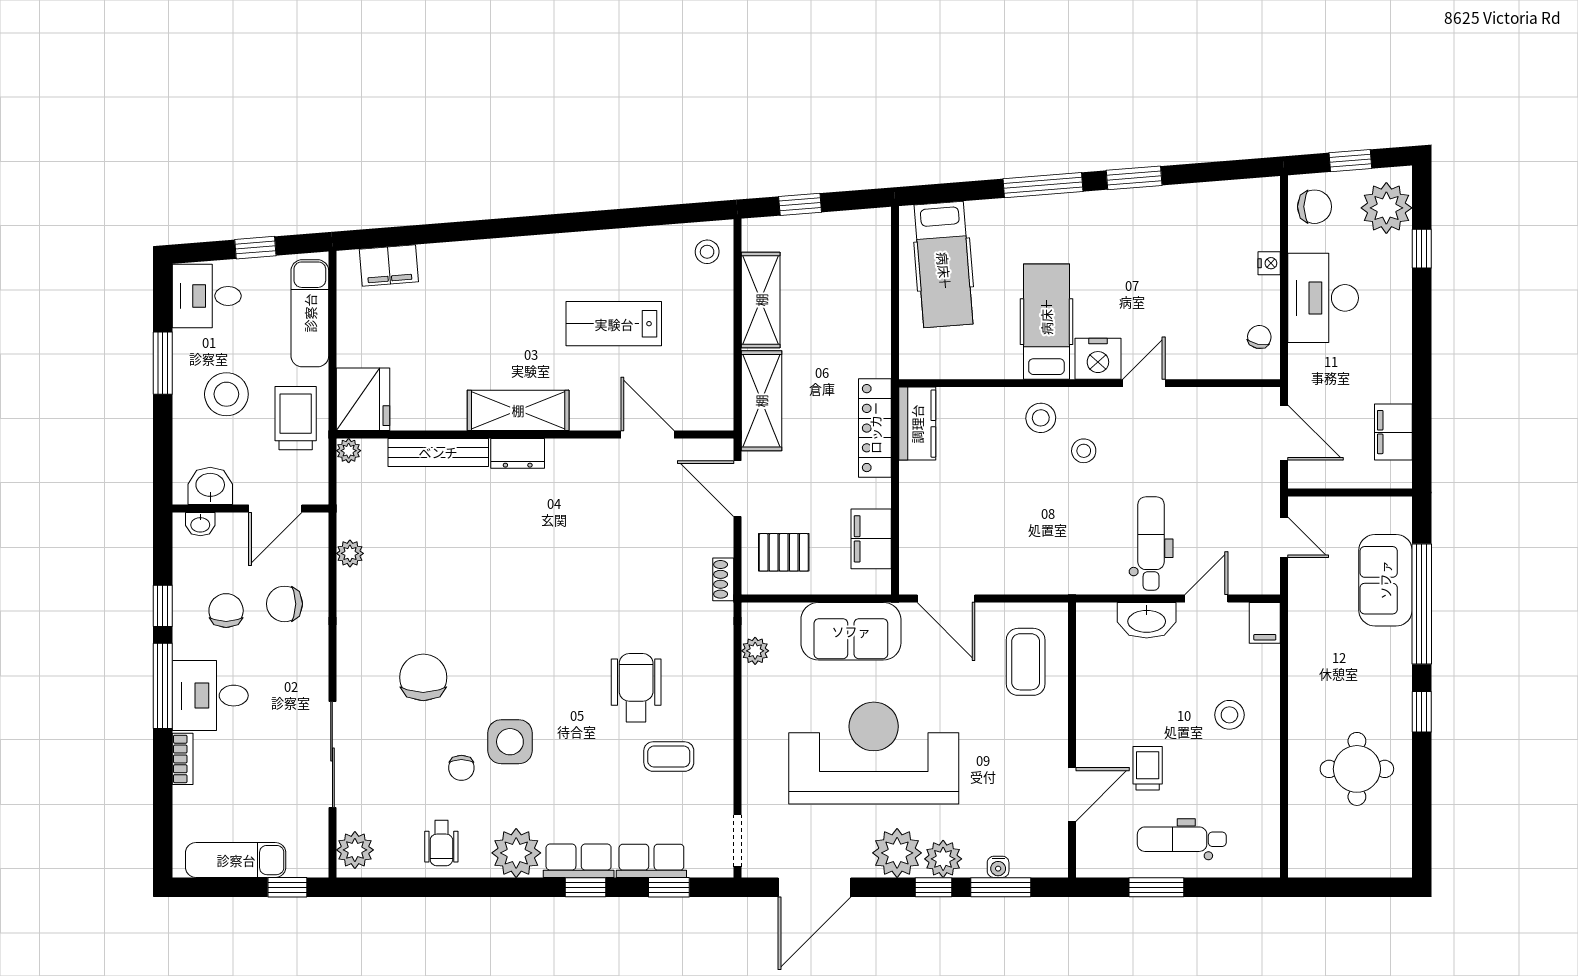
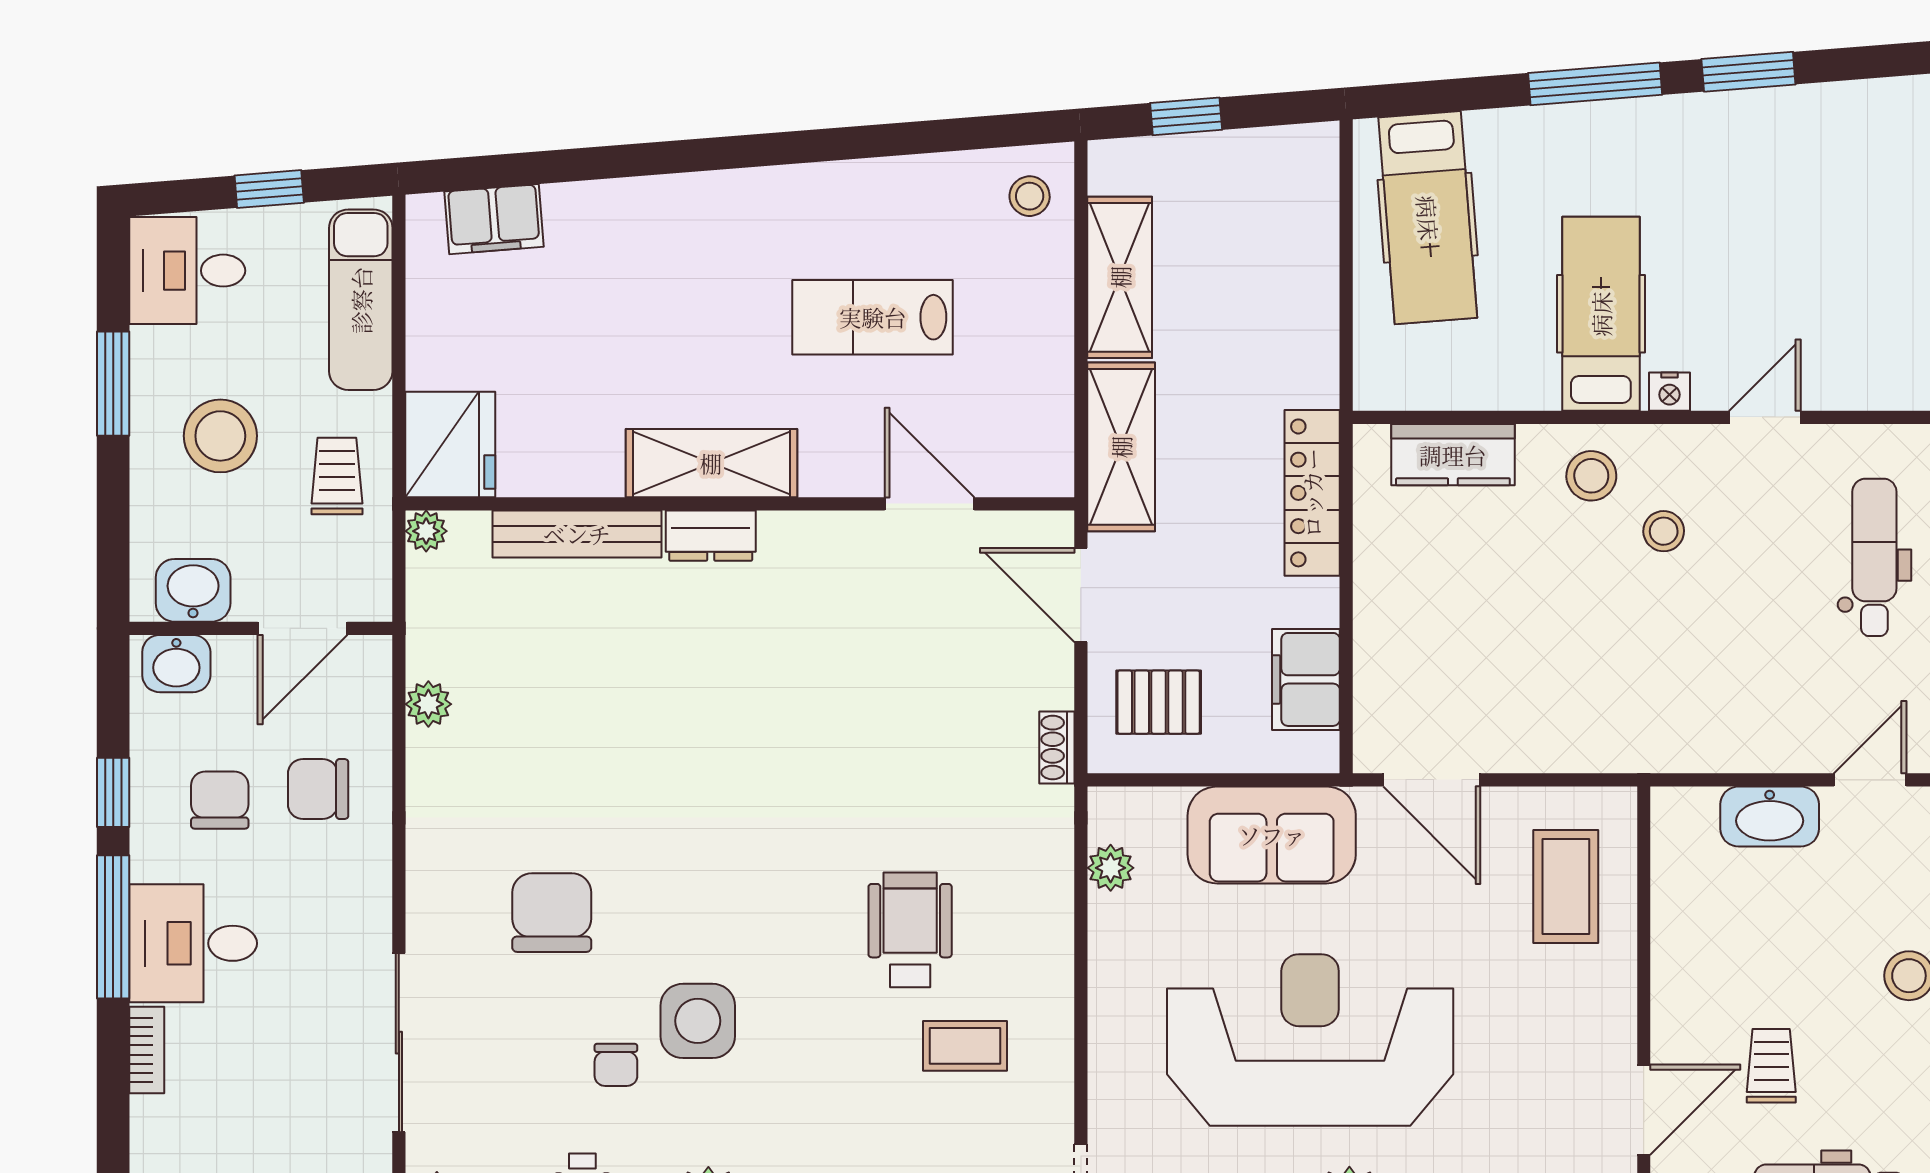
nightstand: (1098, 359) -> (1669, 392), width x0.53, depth x0.56
trolley: (296, 418) -> (337, 476), width x0.73, depth x0.72
kitchen counter: (917, 424) -> (1453, 455), moved, turned 90
washbasin: (200, 524) -> (176, 664), width x1.38, depth x1.45
dental chair: (1151, 543) -> (1874, 557), moved

